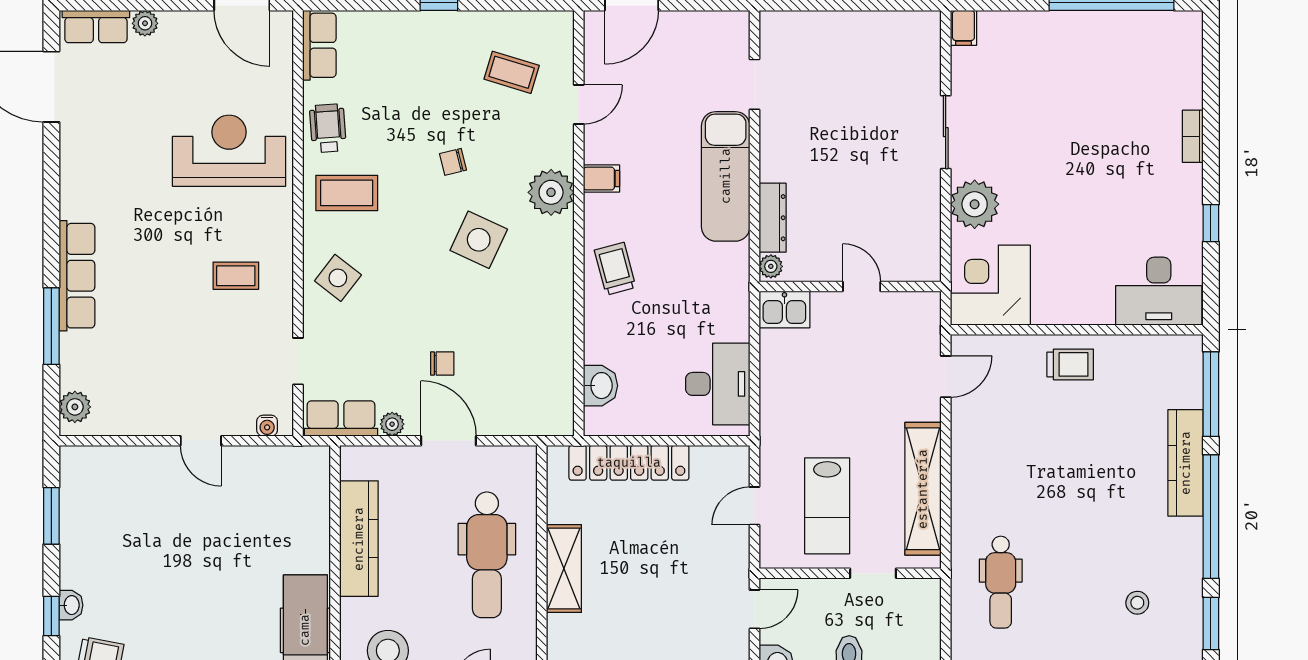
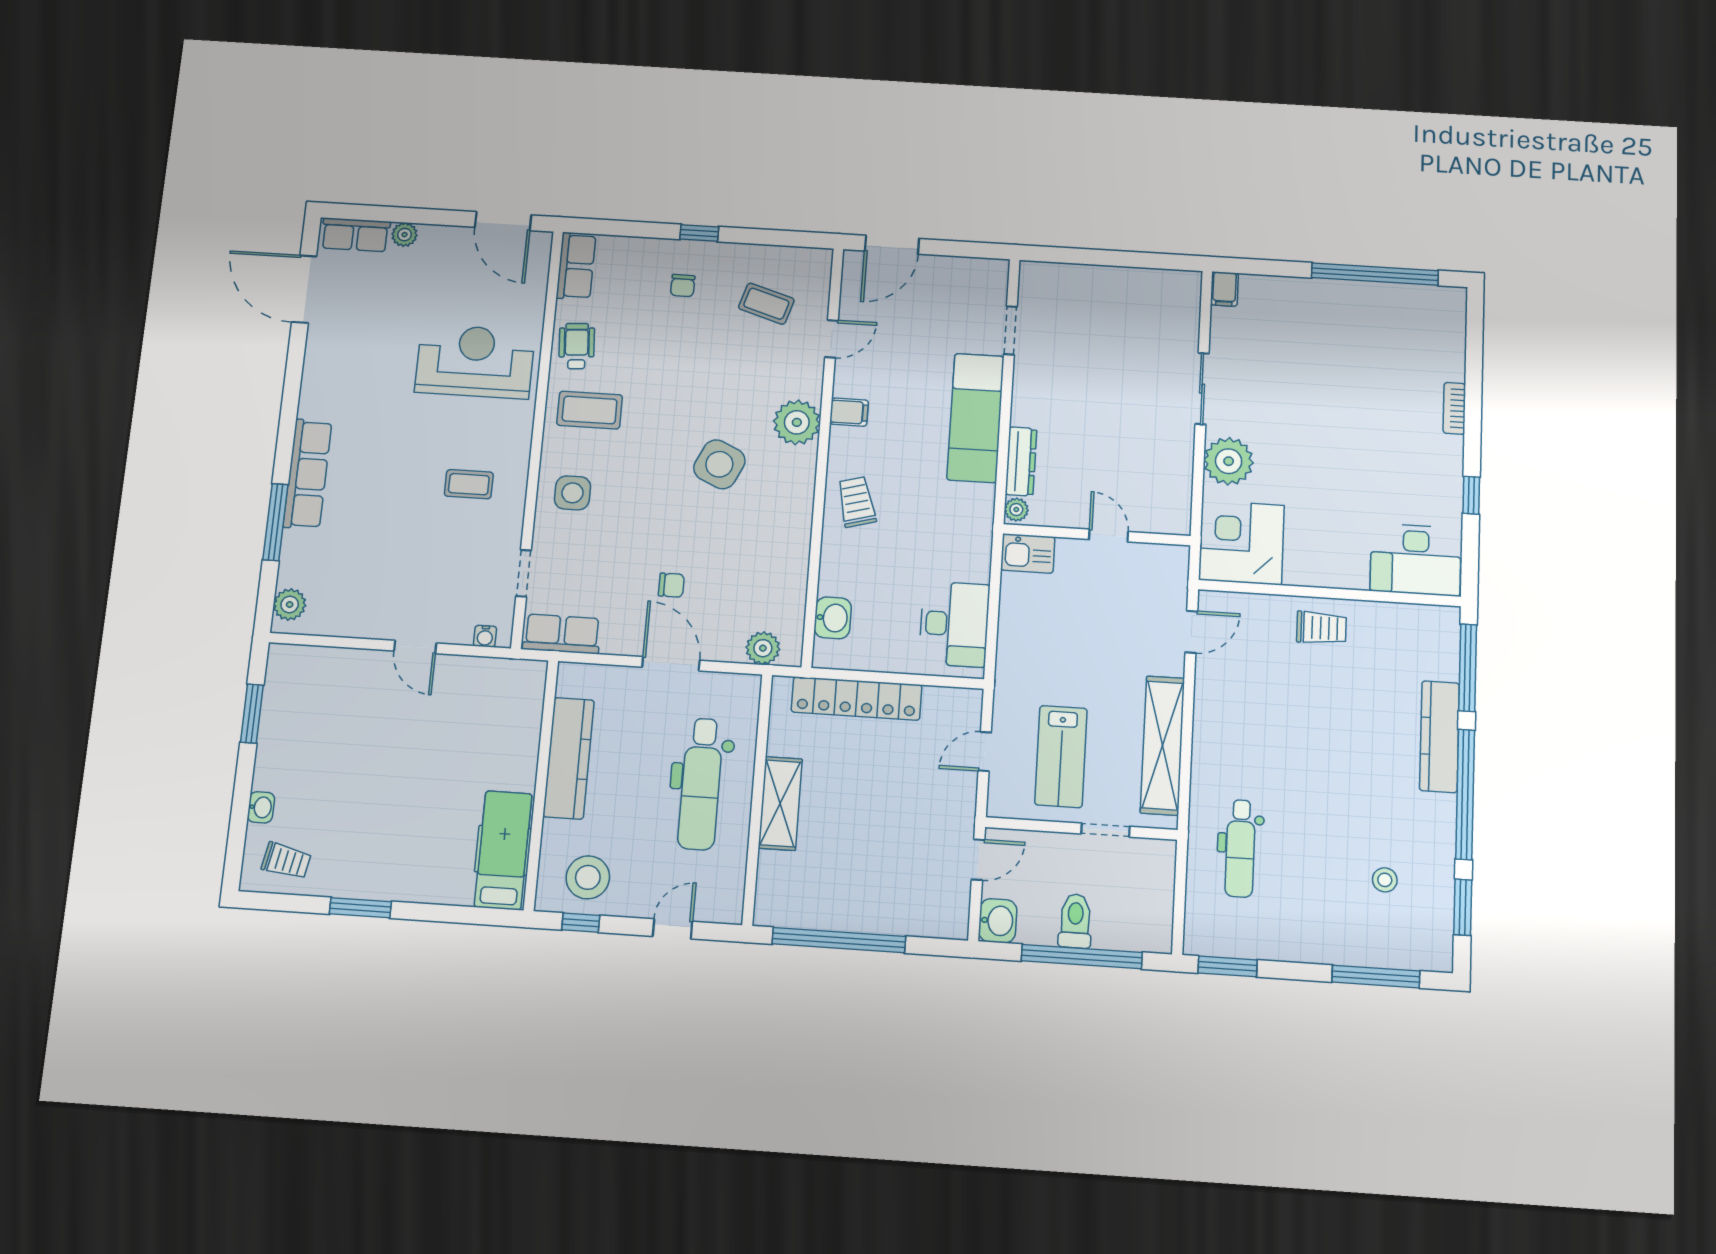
chair: (453, 162) -> (683, 286), moved, turned -75
side table: (338, 278) -> (572, 493), turned -38
plant: (392, 424) -> (763, 648), moved, width x1.38, depth x1.38
window: (51, 616) -> (239, 817), removed

